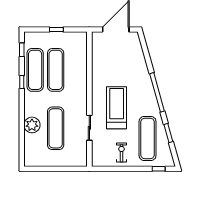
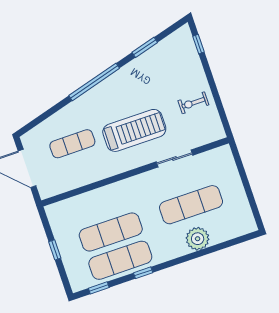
treadmill: (117, 108) -> (134, 130), turned 180
exercise mat: (148, 138) -> (72, 144), moved, width x0.73, depth x0.69

